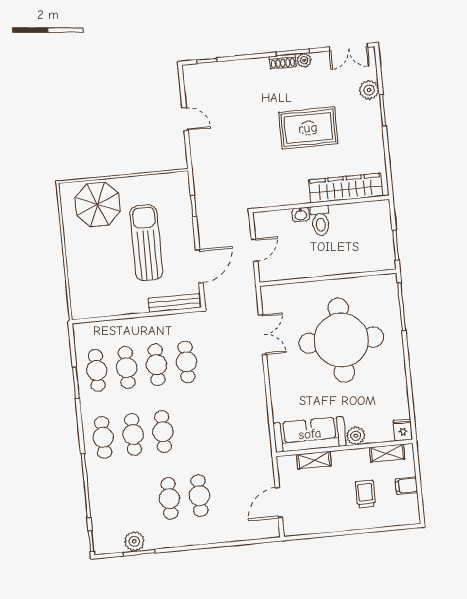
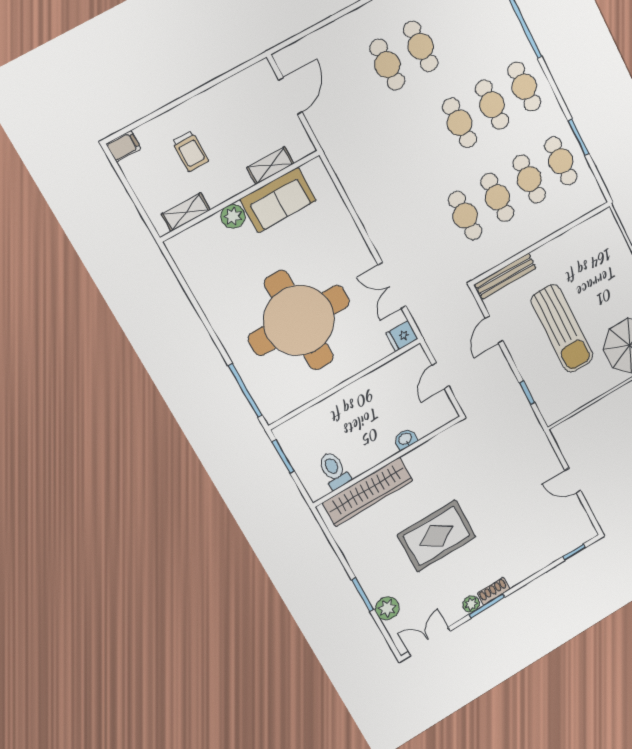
toilet: (320, 221) -> (334, 470), moved
door: (199, 266) -> (494, 330), width x0.73
fridge: (403, 430) -> (402, 336), moved, turned 90
sofa: (310, 434) -> (278, 200), width x0.73
filing cabinet: (406, 486) -> (124, 146), moved

